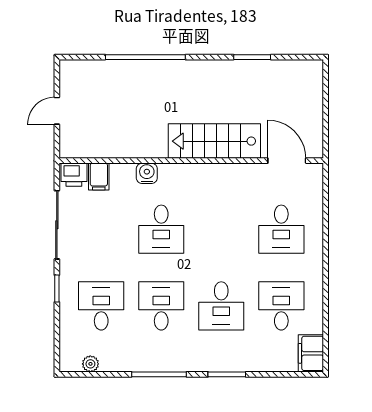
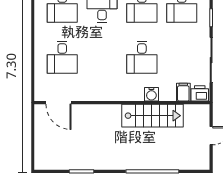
stairs: (214, 141) -> (152, 116), moved
desk: (161, 229) -> (142, 57), turned 180
desk: (281, 229) -> (62, 57), turned 180

